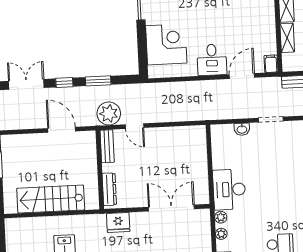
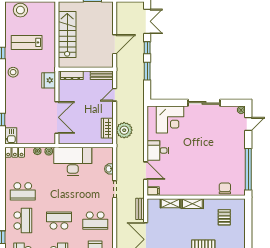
plant: (109, 114) -> (124, 130), moved
wardrobe: (183, 134) -> (107, 128), added
desk: (229, 190) -> (73, 161), width x1.36, depth x1.30

